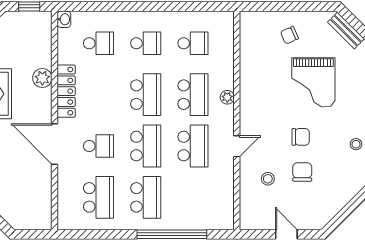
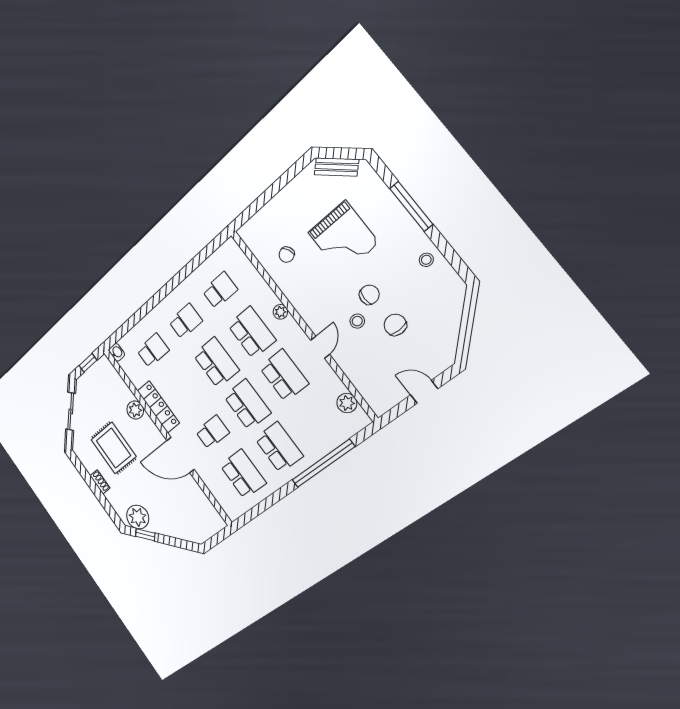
chair: (289, 35) -> (287, 255), moved
stool: (268, 179) -> (357, 321), moved
plant: (225, 202) -> (347, 403), added

